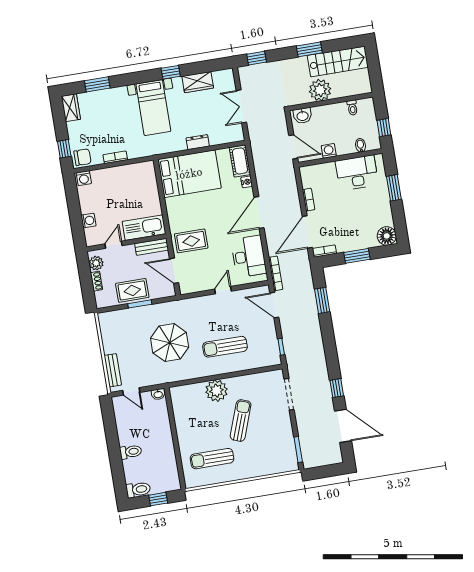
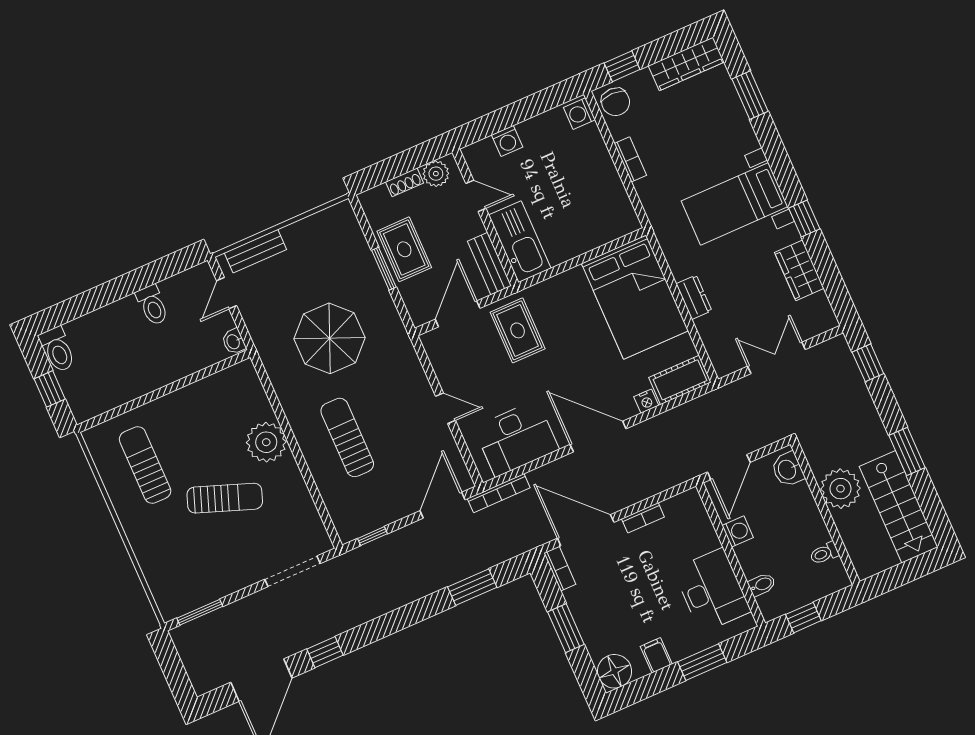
wardrobe: (71, 108) -> (686, 64), width x1.50
filing cabinet: (384, 211) -> (656, 655), added
toilet: (131, 452) -> (152, 305), moved

